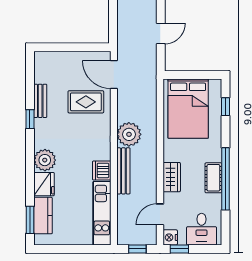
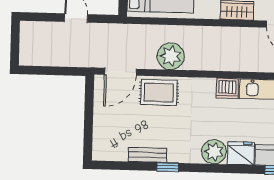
rug: (86, 102) -> (159, 92), moved, turned 90
plant: (129, 134) -> (171, 56), moved
bench: (123, 171) -> (228, 64), removed

